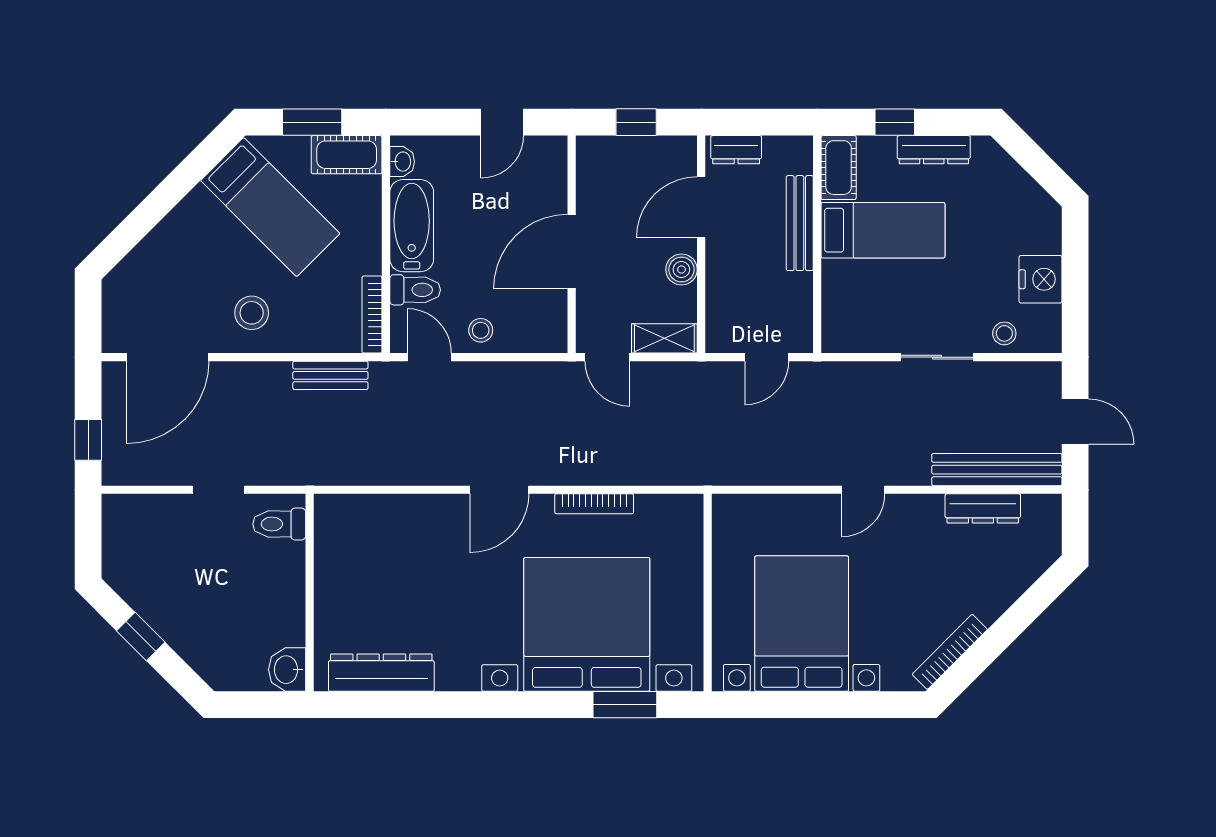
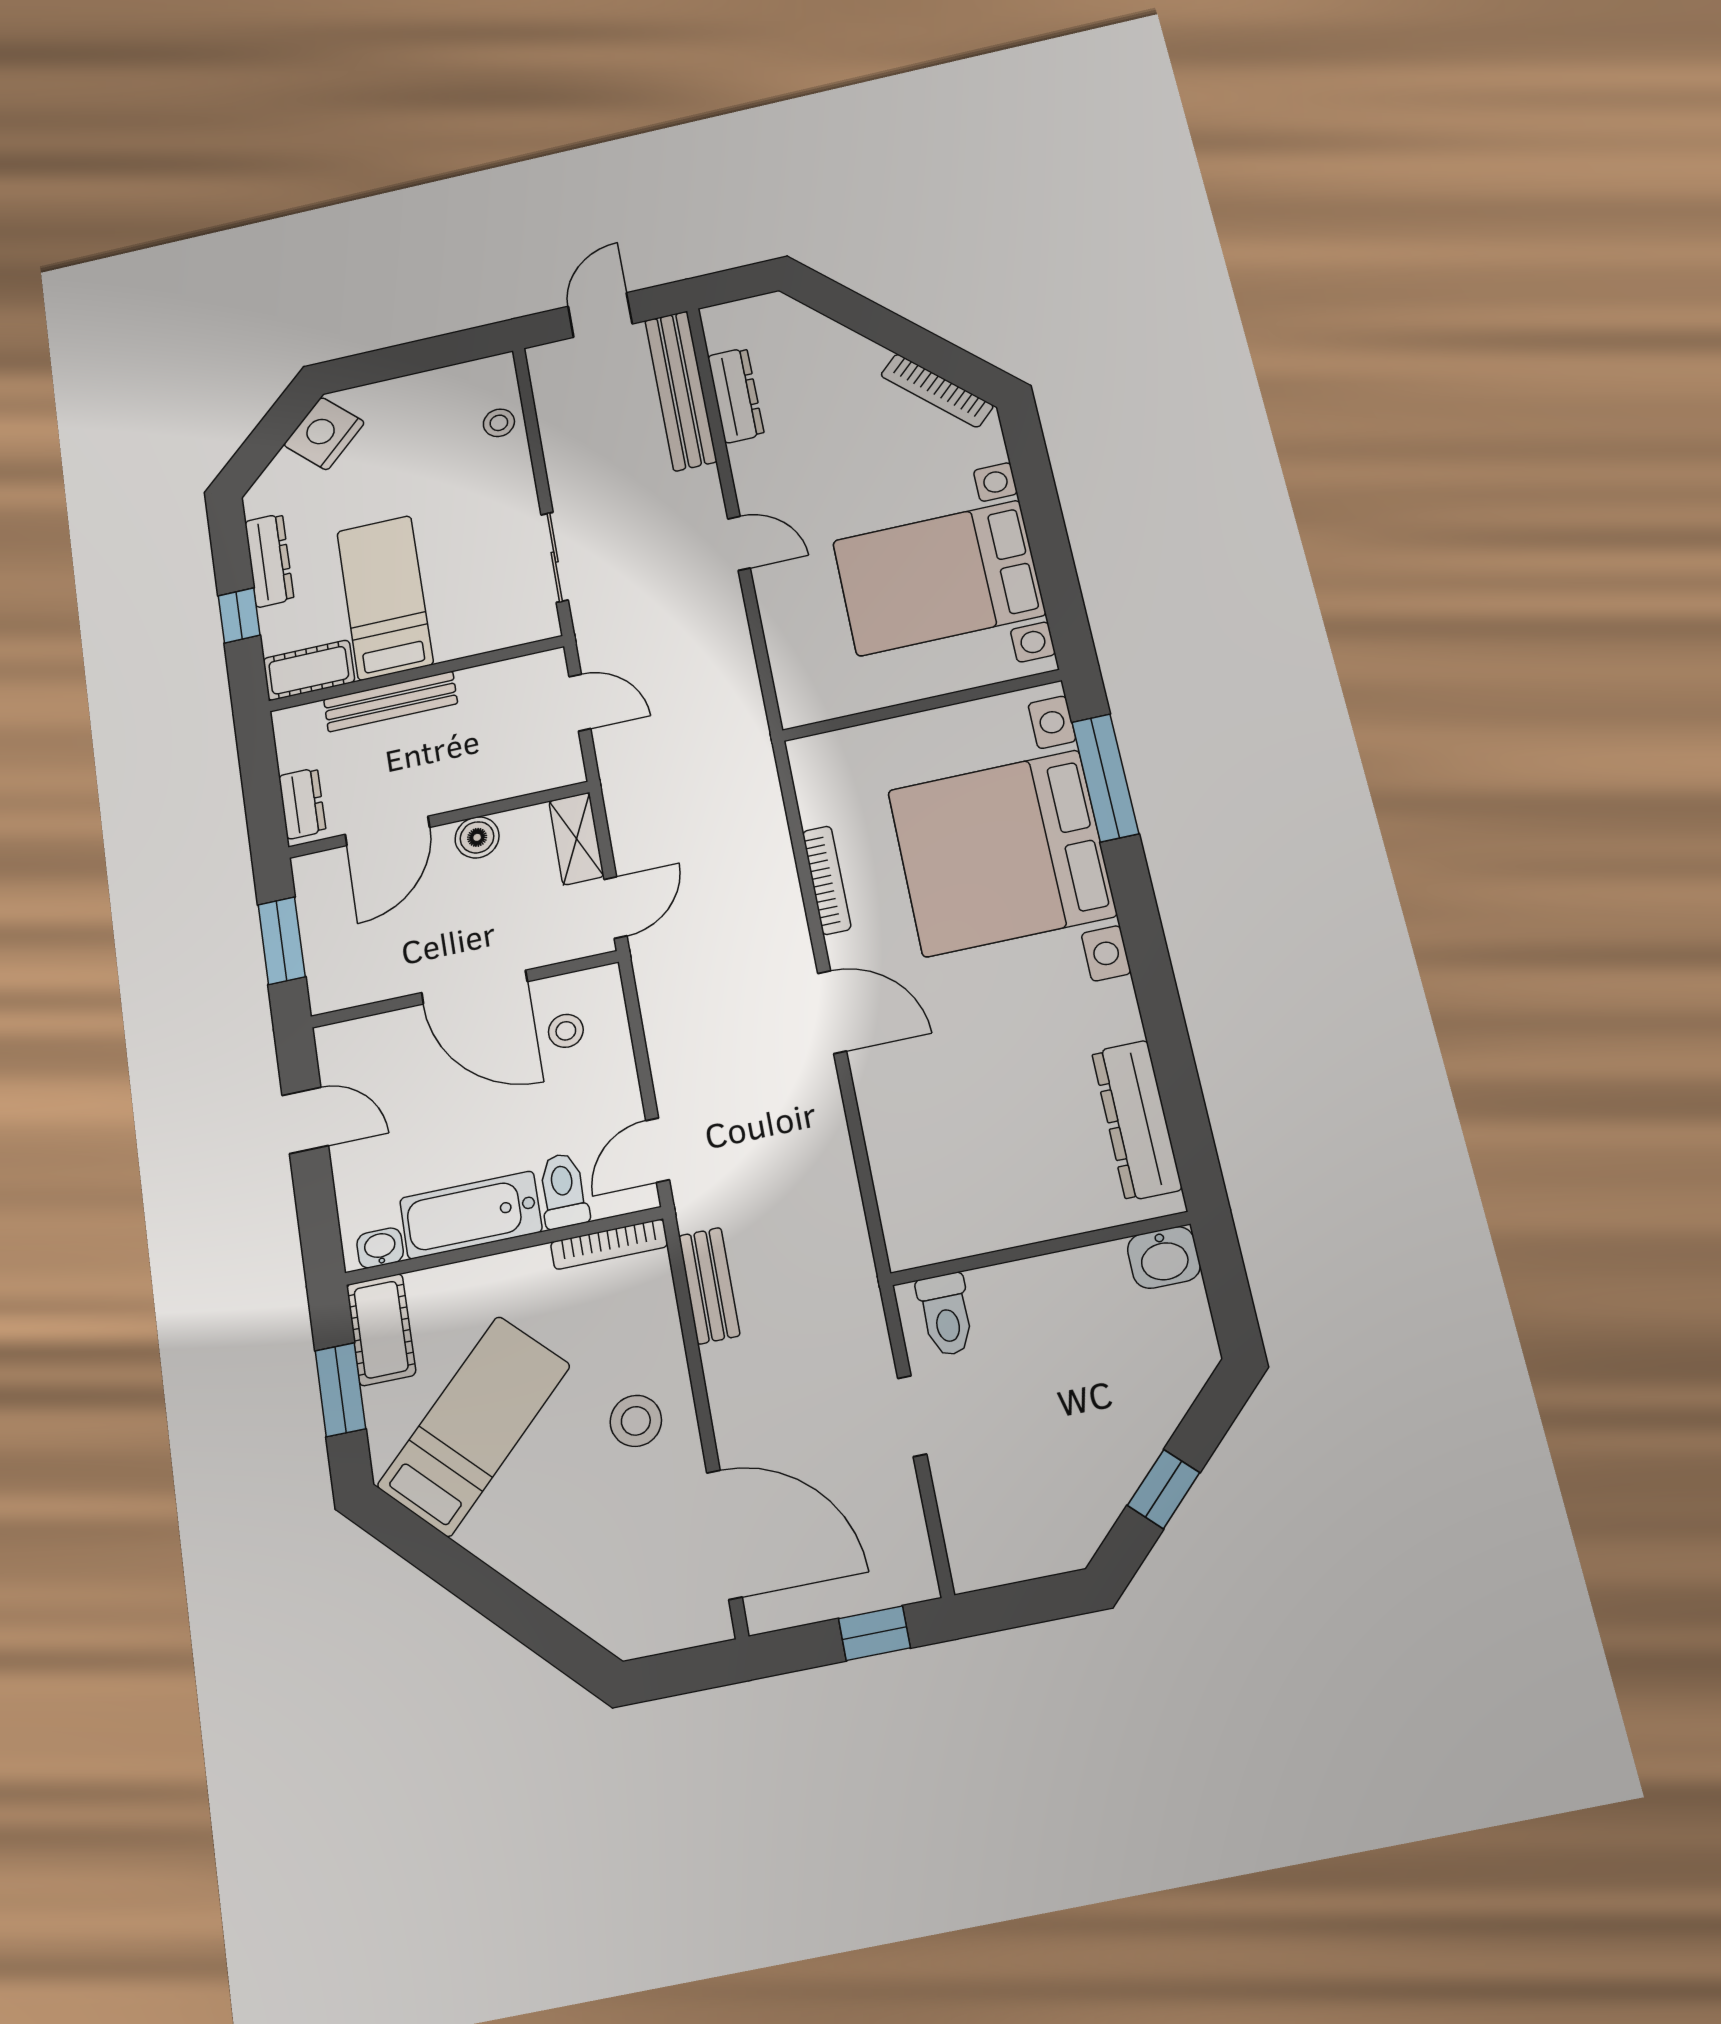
window: (636, 122) -> (282, 941), width x1.50
door: (701, 207) -> (387, 831), hinge flipped
nightstand: (1041, 279) -> (324, 434), moved, turned -45
stool: (481, 330) -> (566, 1031), moved
sliding door: (937, 357) -> (555, 557), moved
window: (625, 705) -> (1105, 778), width x1.44

